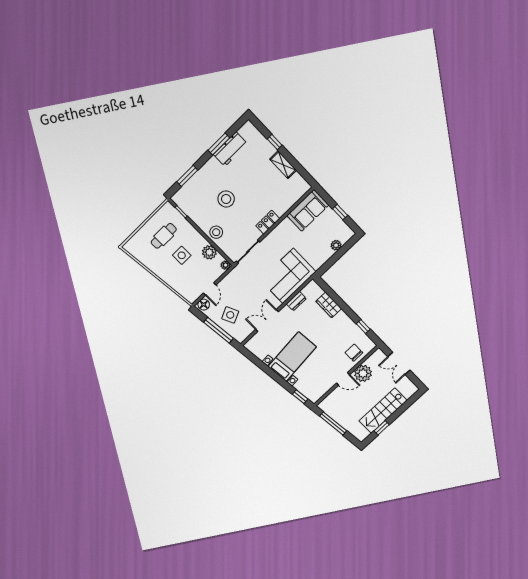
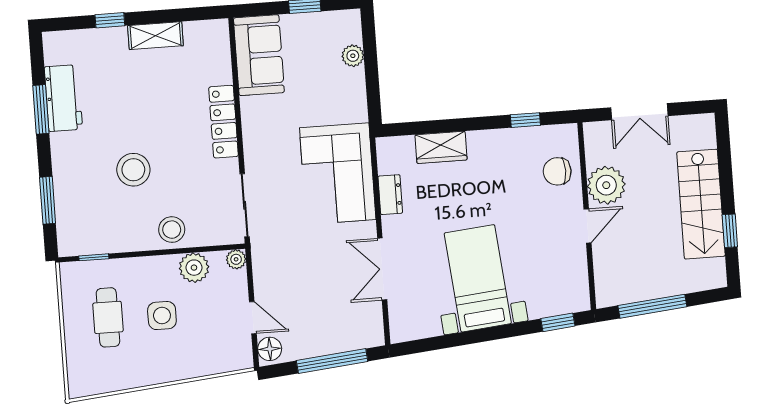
locker: (268, 222) -> (224, 122), width x1.53
side table: (230, 315) -> (323, 321), removed

